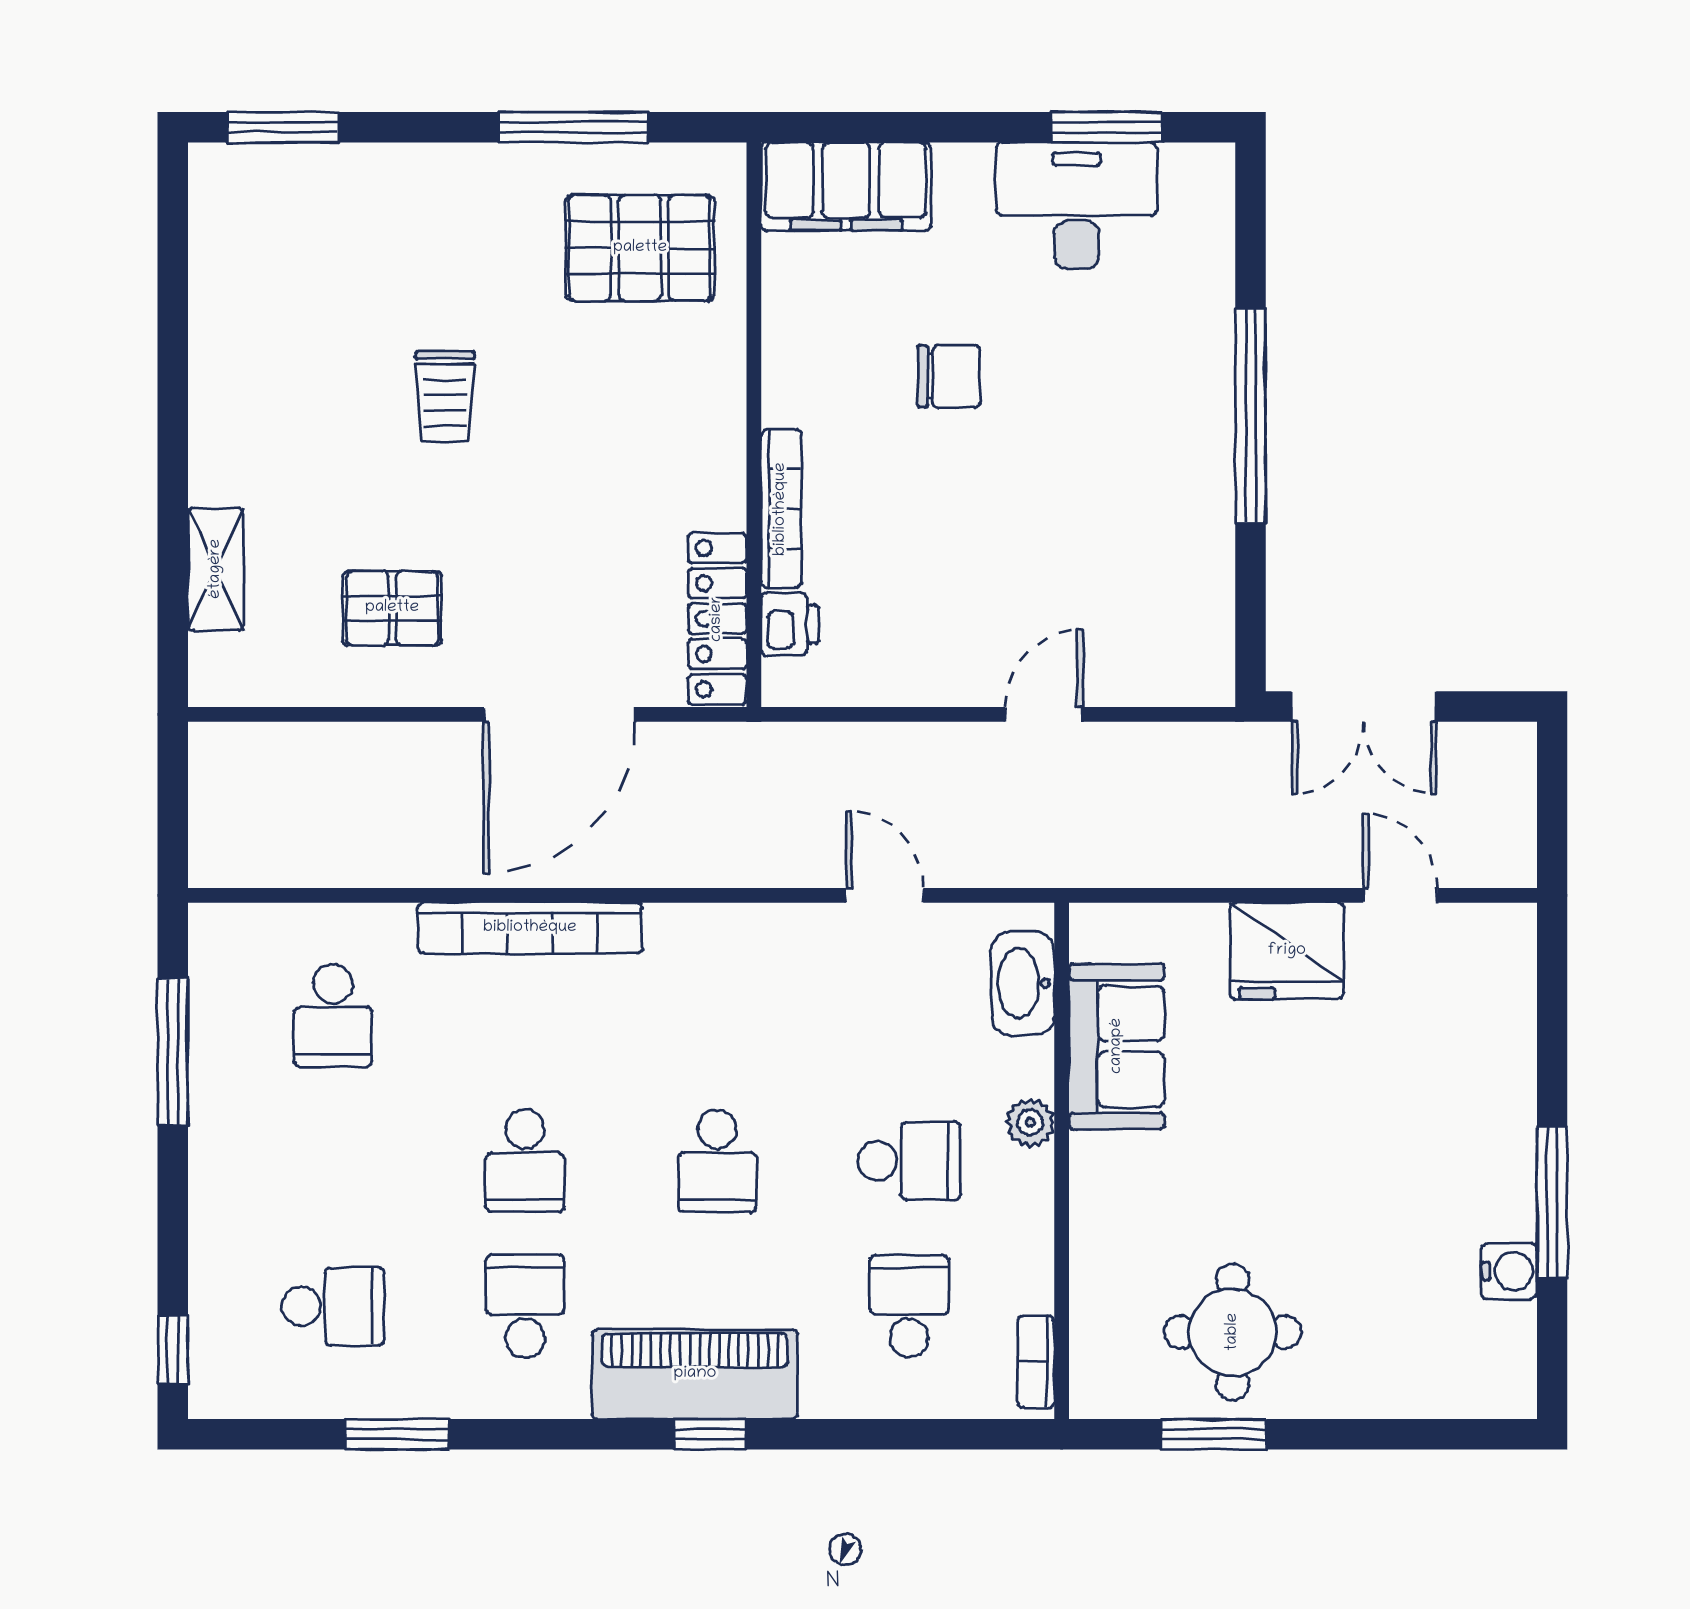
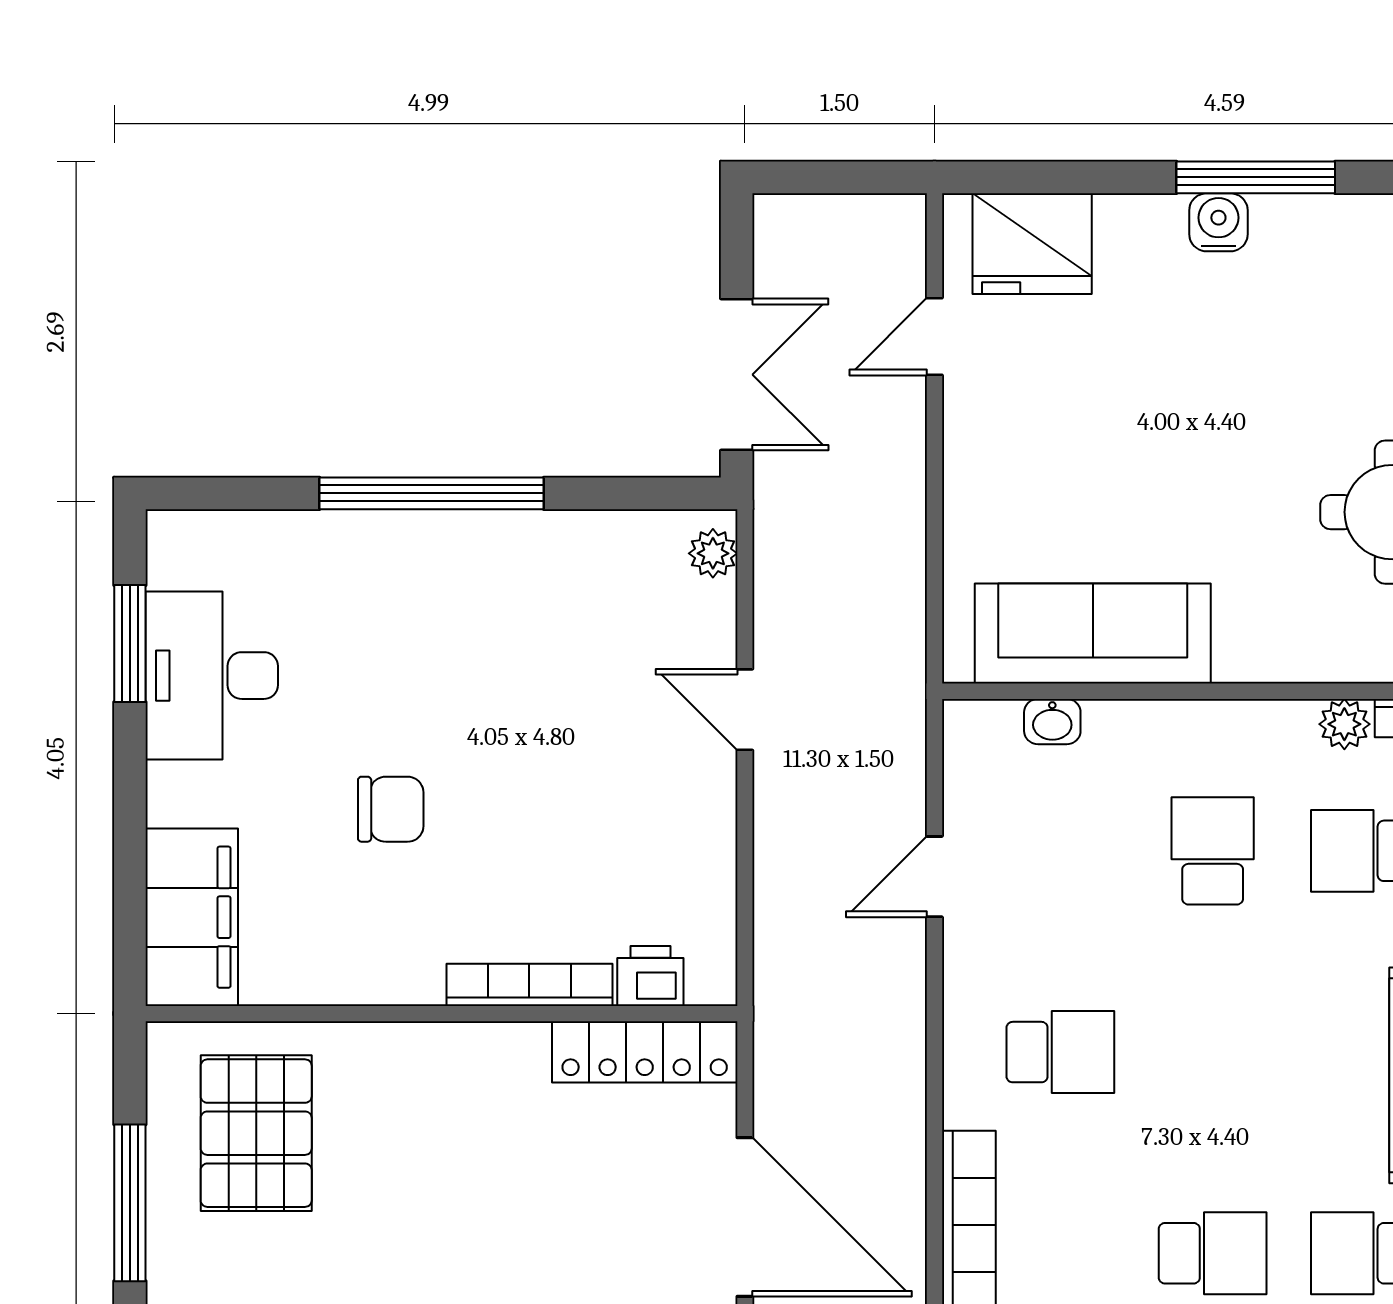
chair: (949, 376) -> (391, 809), turned 90
plant: (1193, 684) -> (713, 553), added
fridge: (1287, 951) -> (1032, 244), moved, turned 90
washbasin: (1023, 983) -> (1052, 722), width x0.52, depth x0.69
sofa: (1117, 1046) -> (1093, 634), width x1.36
plant: (1030, 1122) -> (1344, 724), moved
school desk: (717, 1161) -> (1060, 1052), moved
water cooler: (1509, 1271) -> (1218, 222), moved

